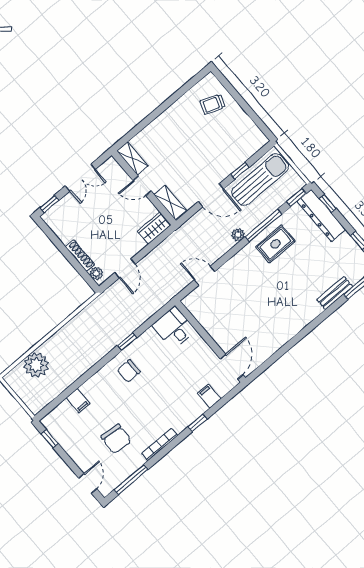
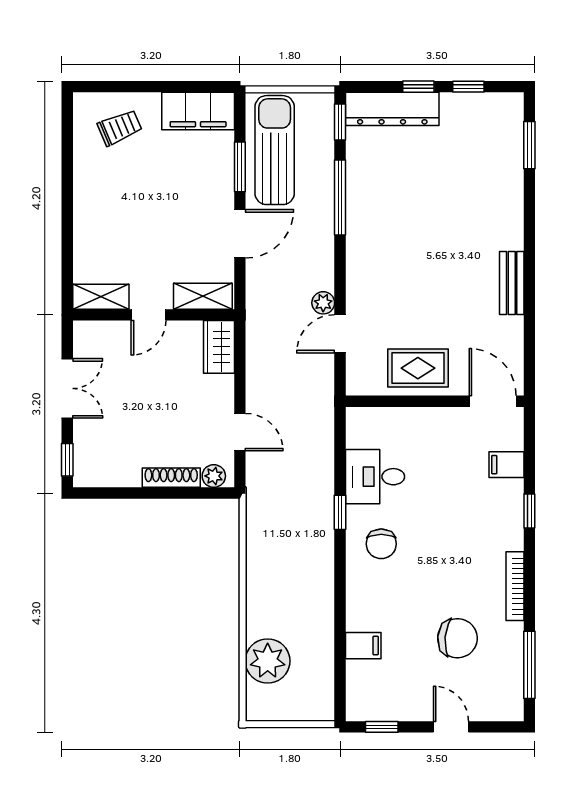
trolley: (213, 104) -> (120, 128), turned -134
filing cabinet: (249, 132) -> (198, 111), added
window: (240, 171) -> (240, 167), width x1.50
window: (328, 203) -> (418, 87), moved
plant: (238, 235) -> (323, 303), moved
rug: (275, 244) -> (418, 368), moved, turned 90
bench: (335, 293) -> (512, 283), moved
desk: (174, 328) -> (375, 477), moved
door: (88, 483) -> (451, 727), moved

